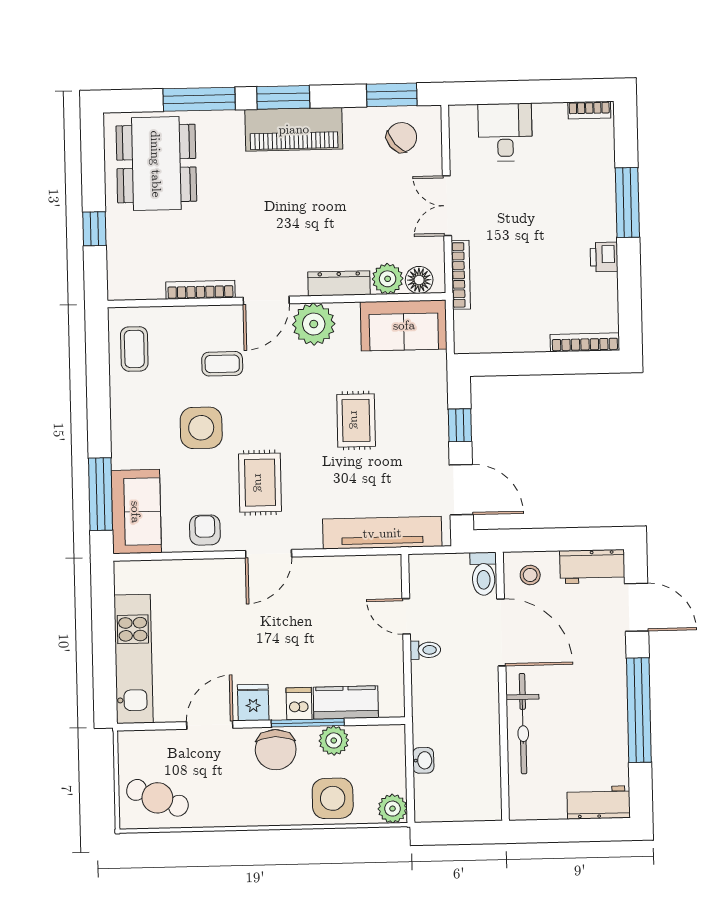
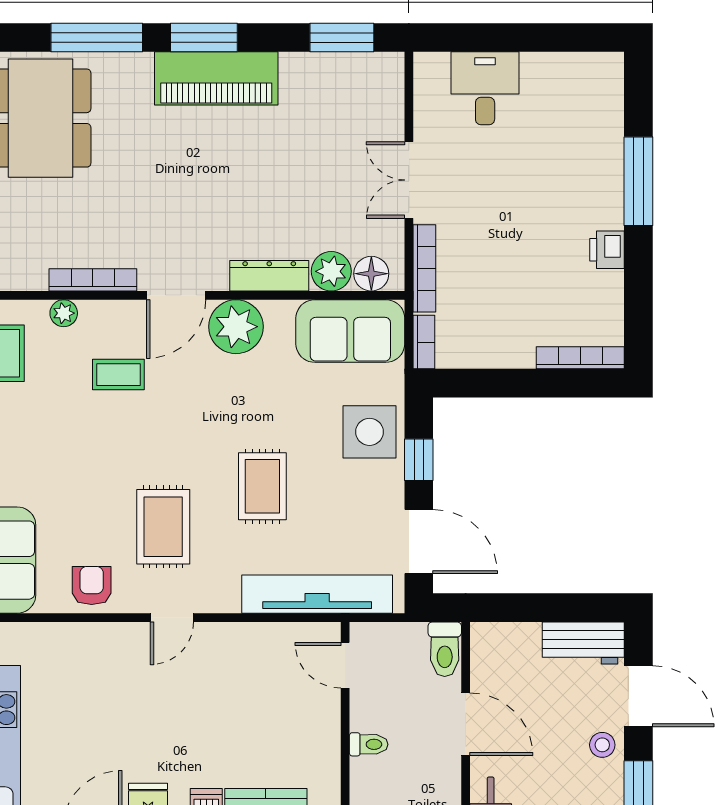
bookcase: (589, 110) -> (424, 342), moved, turned -90
chair: (402, 137) -> (353, 92), removed
plant: (178, 316) -> (64, 313), added
rug: (356, 420) -> (262, 486), moved
side table: (201, 428) -> (369, 432), moved
door: (269, 554) -> (172, 618), width x0.73
stool: (530, 575) -> (602, 745), moved
door: (406, 616) -> (345, 665), moved
door: (501, 632) -> (466, 724), width x0.73

